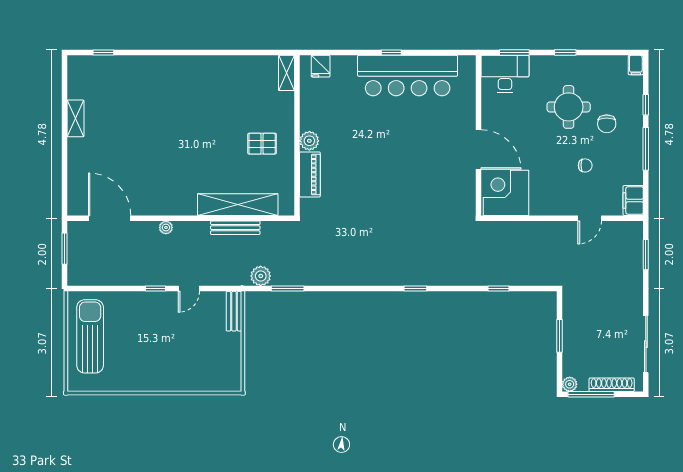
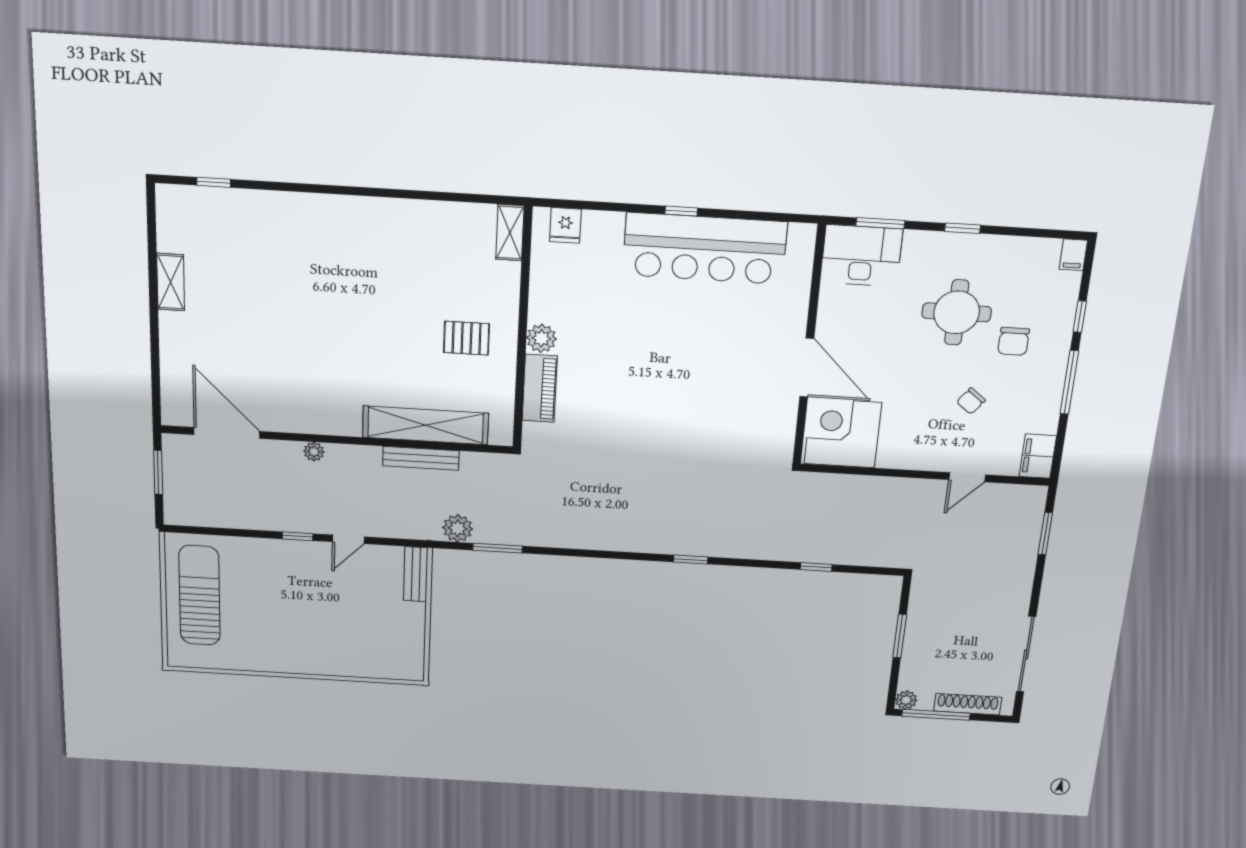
chair: (585, 165) -> (971, 401), turned 128

